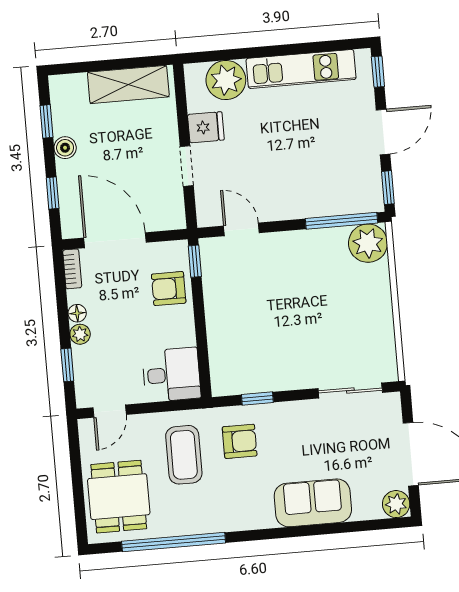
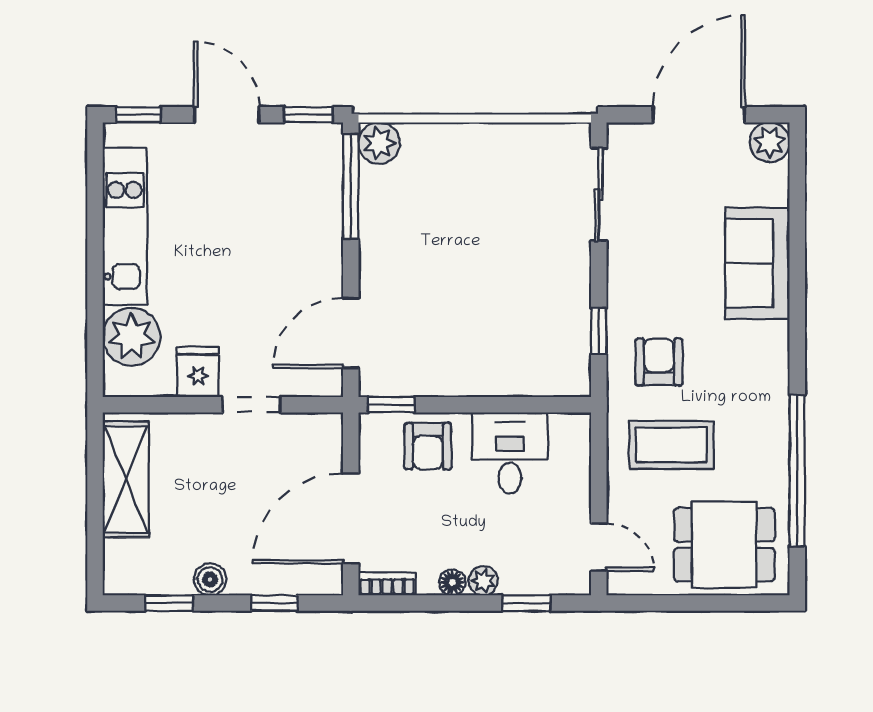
door: (241, 229) -> (351, 333), width x1.38
plant: (368, 243) -> (379, 143), width x0.73, depth x0.73
desk: (171, 375) -> (510, 453), moved

